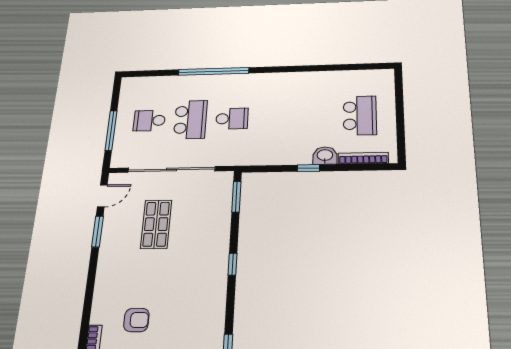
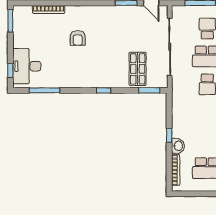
shop shelf: (156, 224) -> (138, 69), moved, turned 90
armchair: (136, 320) -> (78, 38), moved

